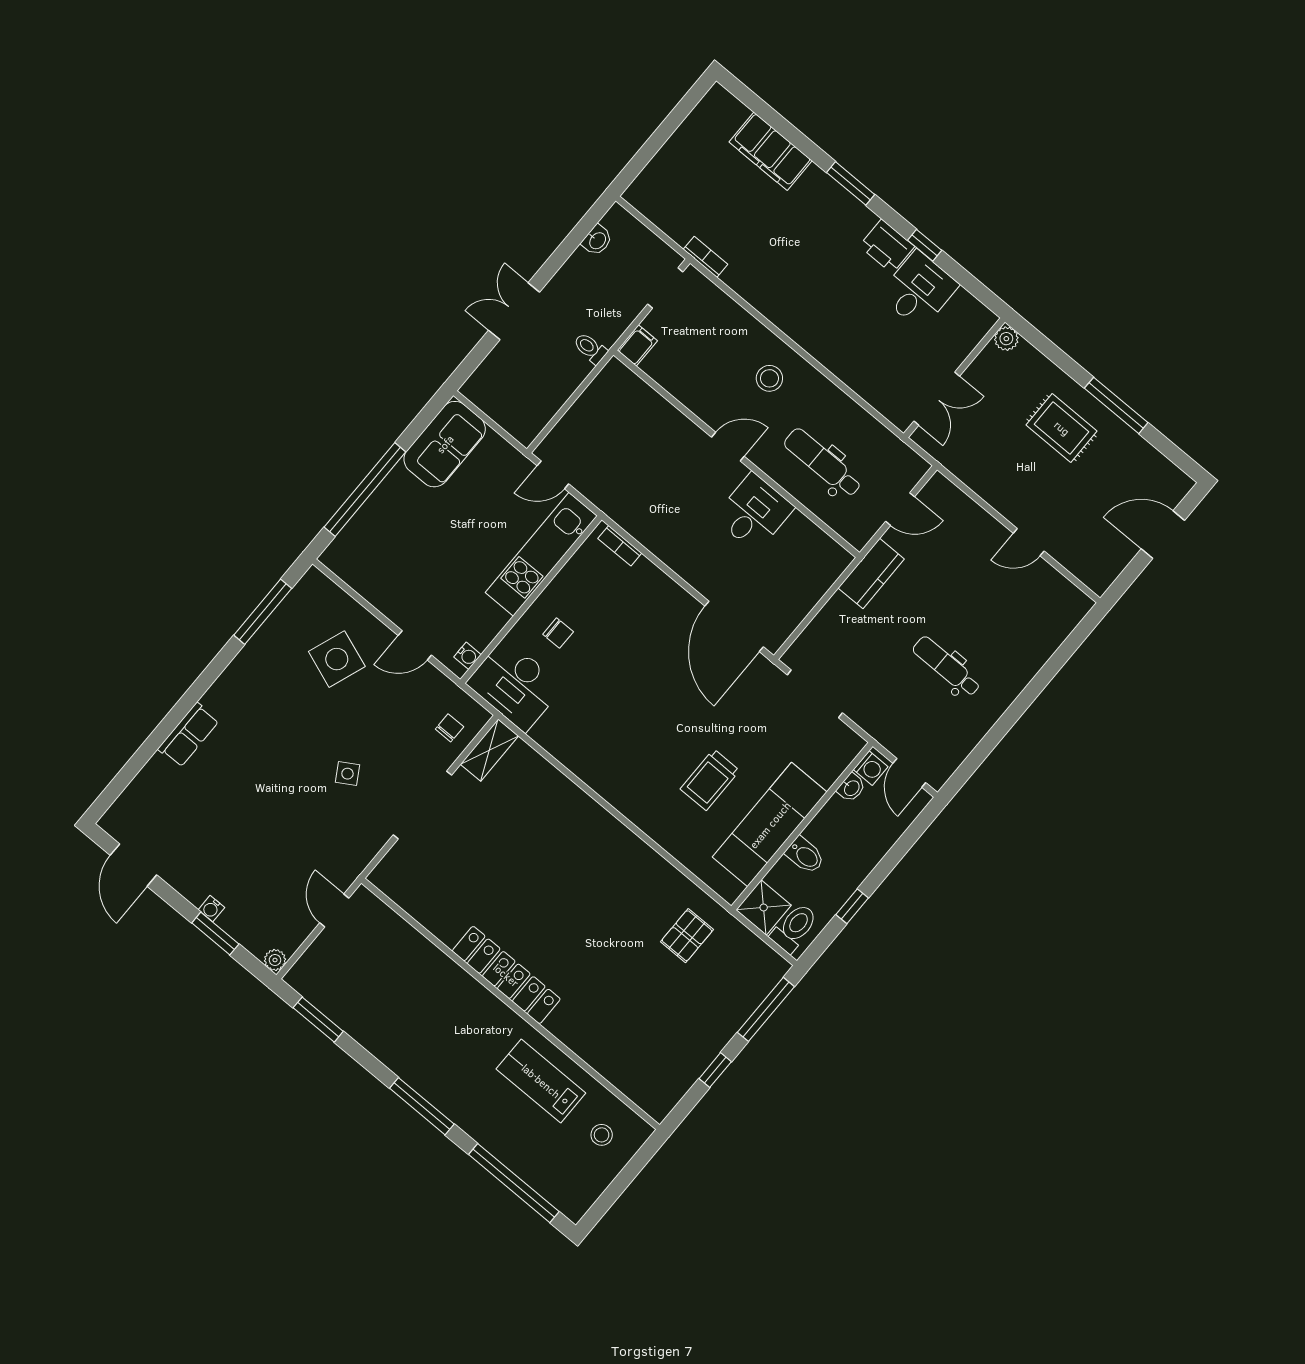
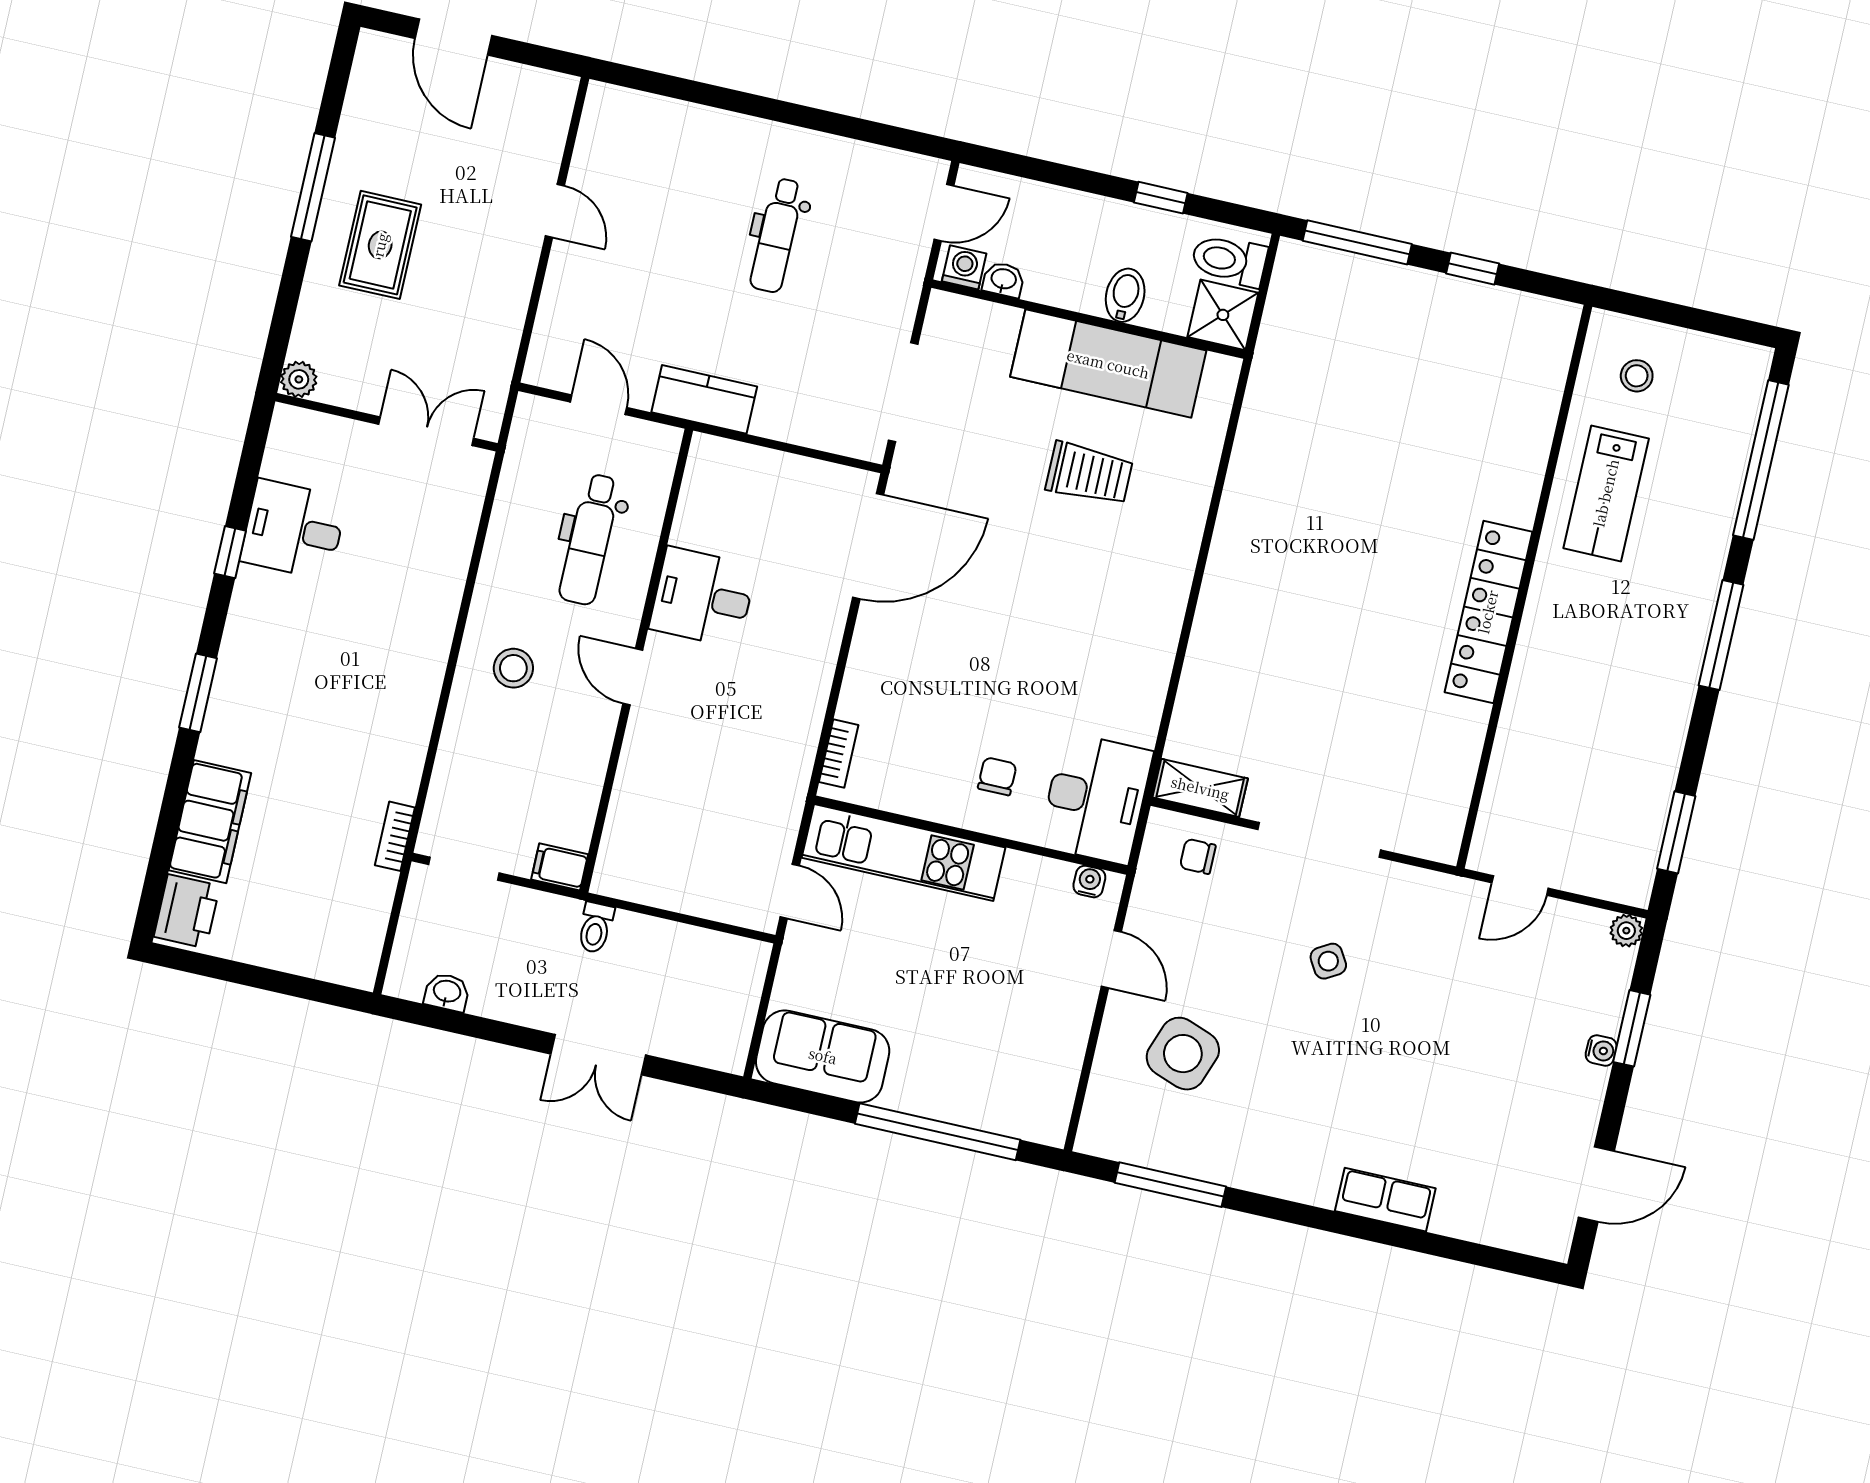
printer: (887, 246) -> (187, 911), moved
pallet: (687, 936) -> (1313, 398), removed

